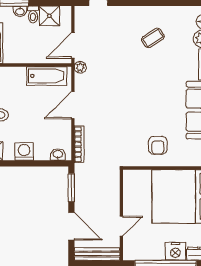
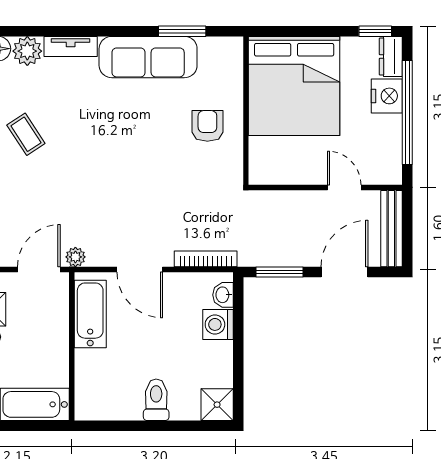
door: (73, 46) -> (39, 269), swing flipped
armchair: (158, 145) -> (207, 126), turned -90
washing machine: (24, 151) -> (218, 324), moved

